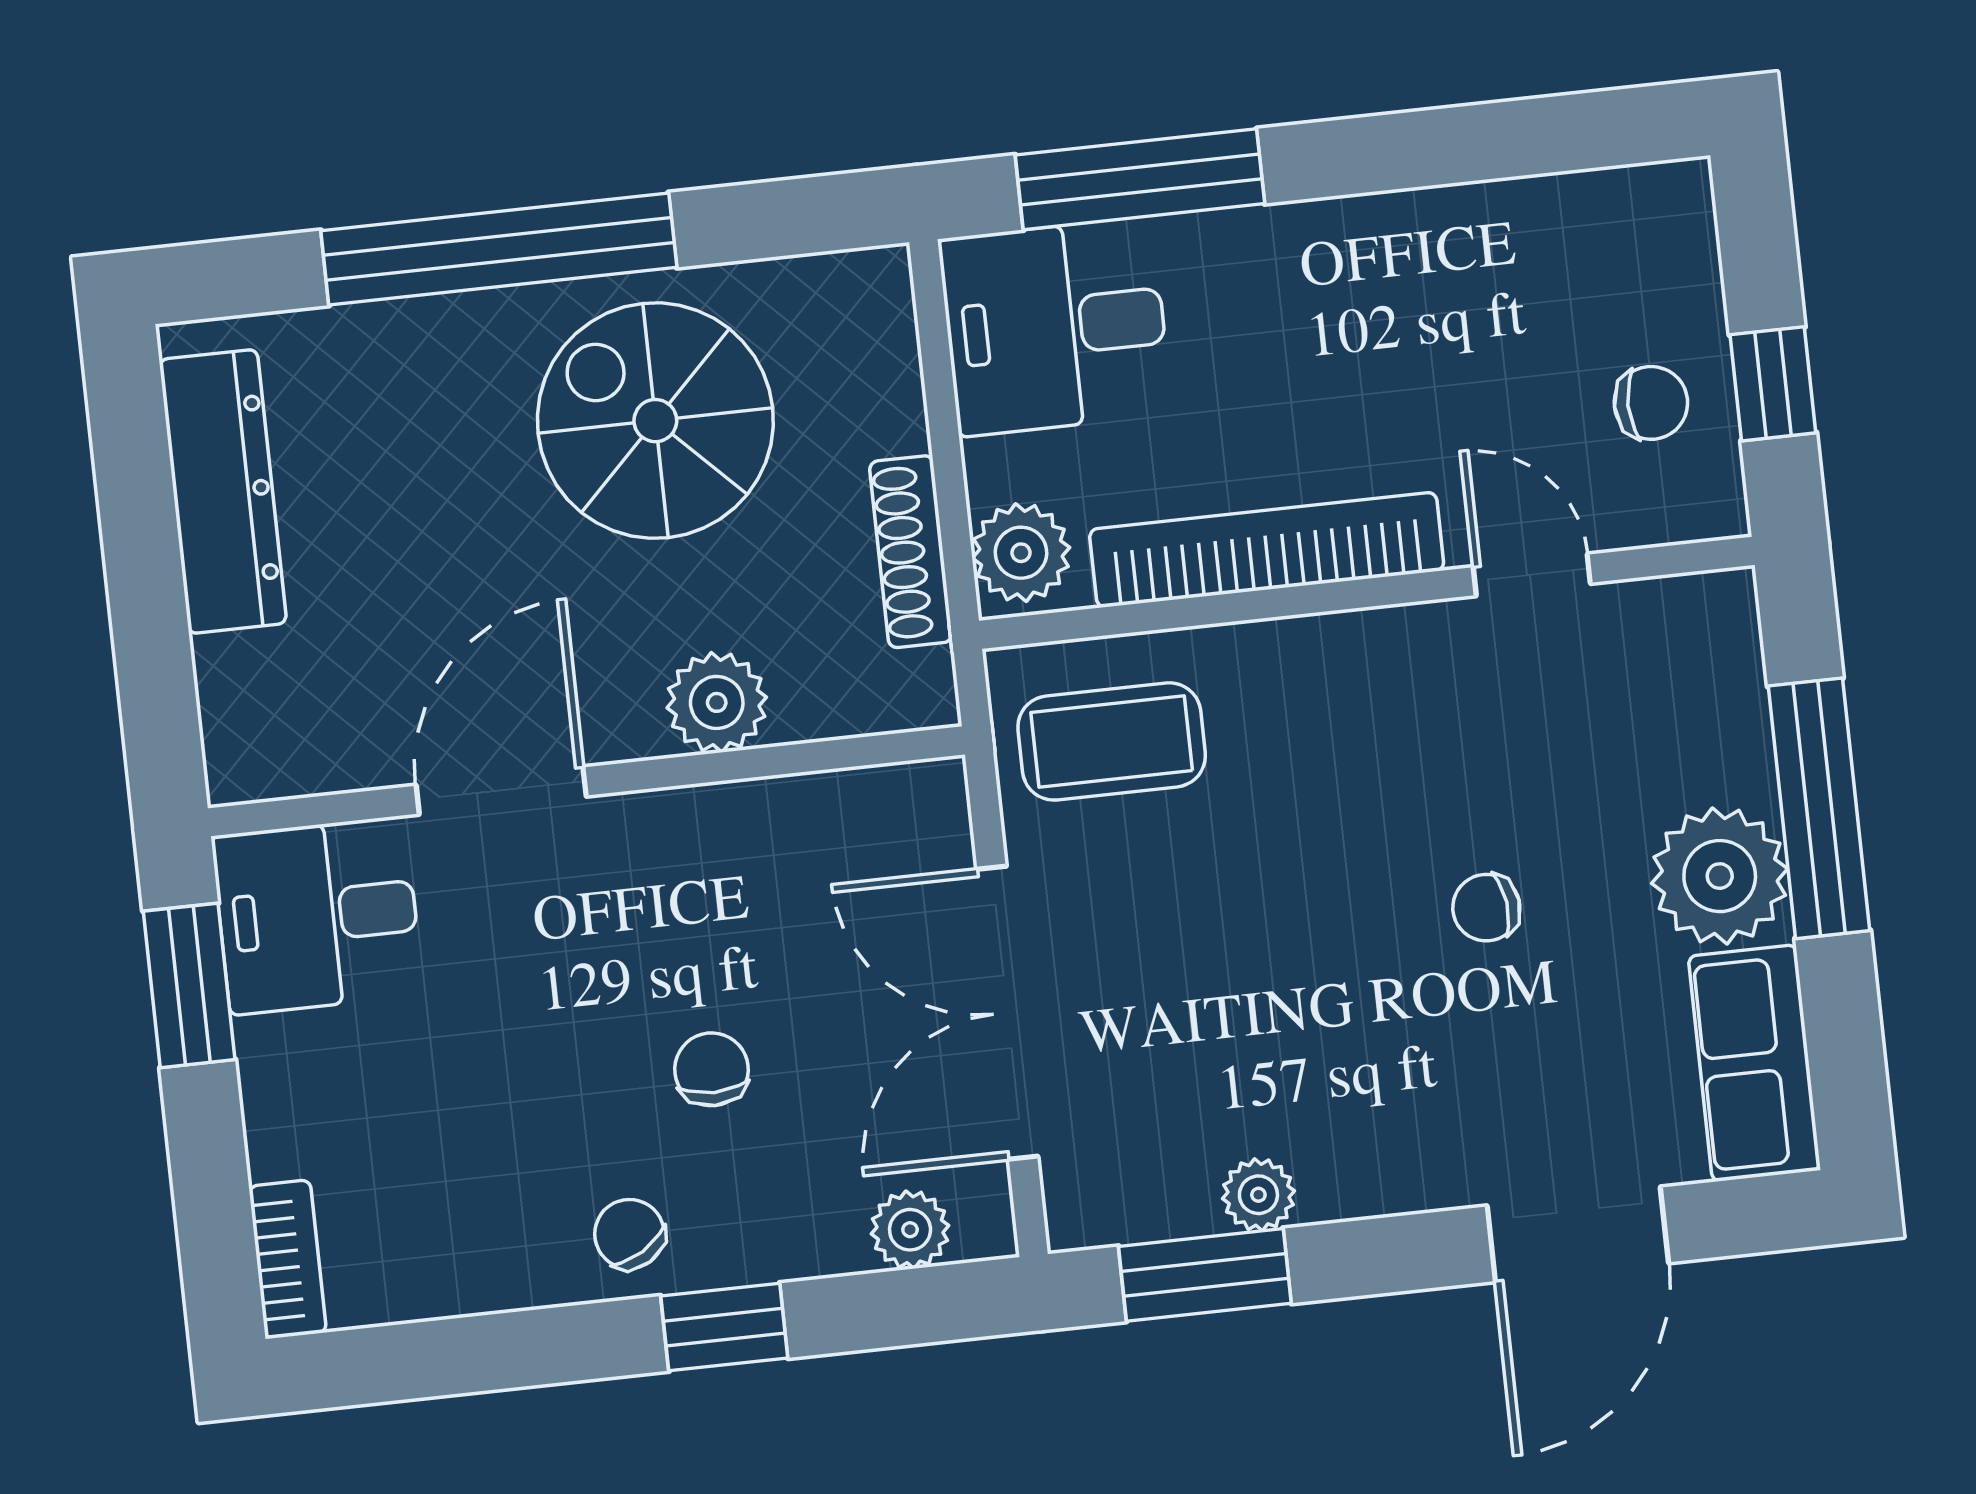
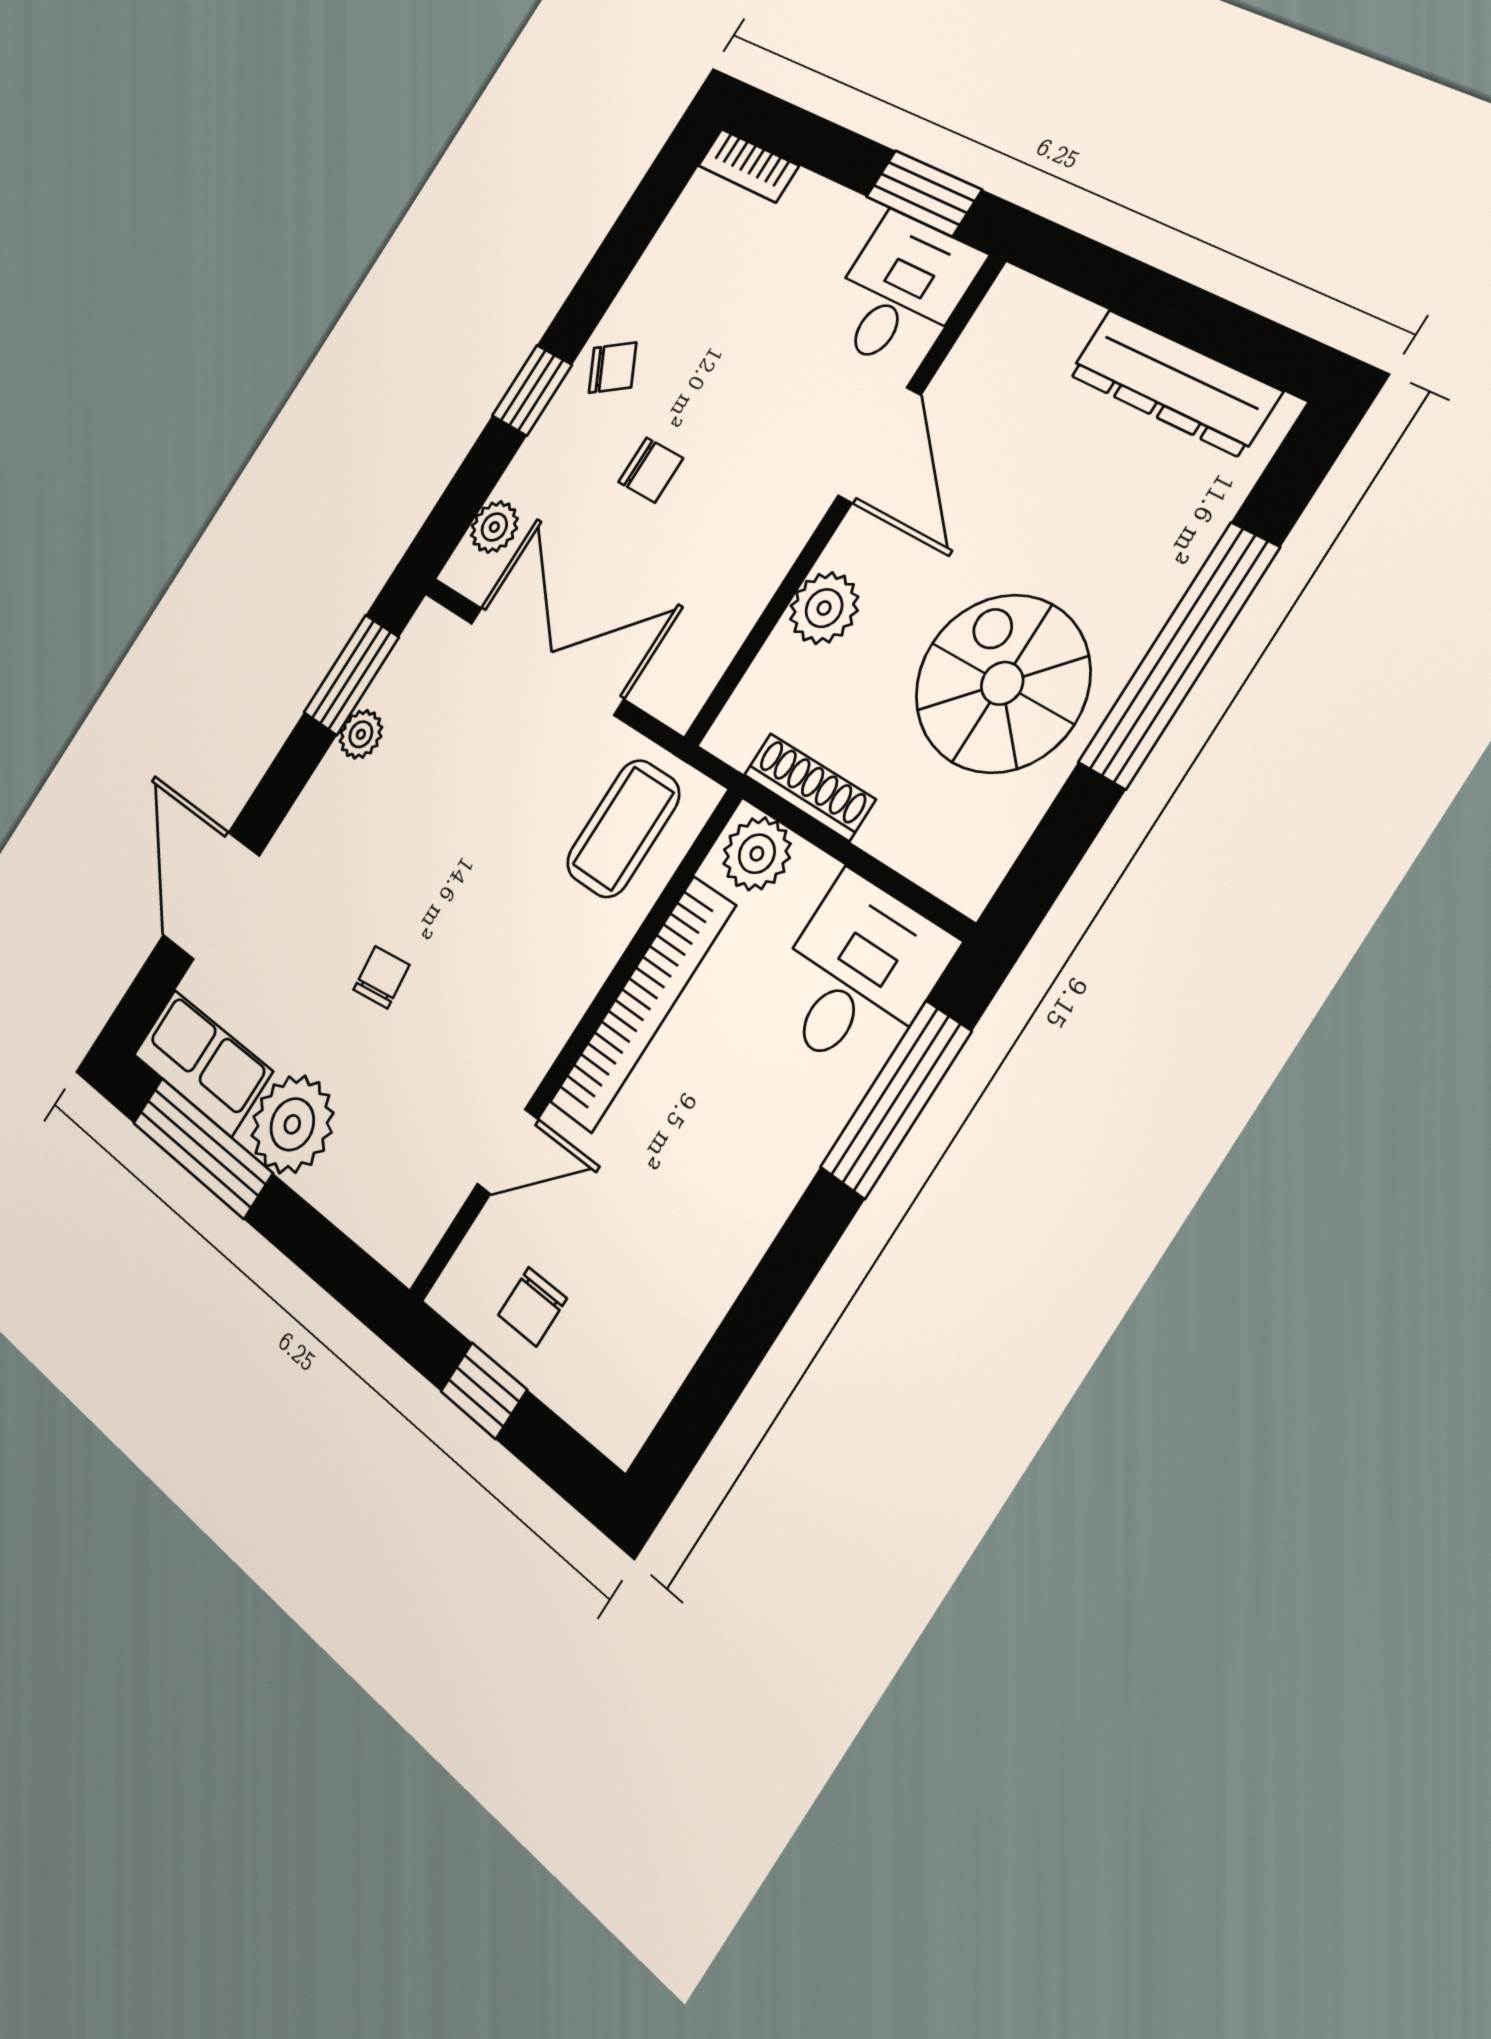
spiral stairs: (655, 421) -> (1002, 683), turned -90
window: (1819, 808) -> (202, 1148), moved

